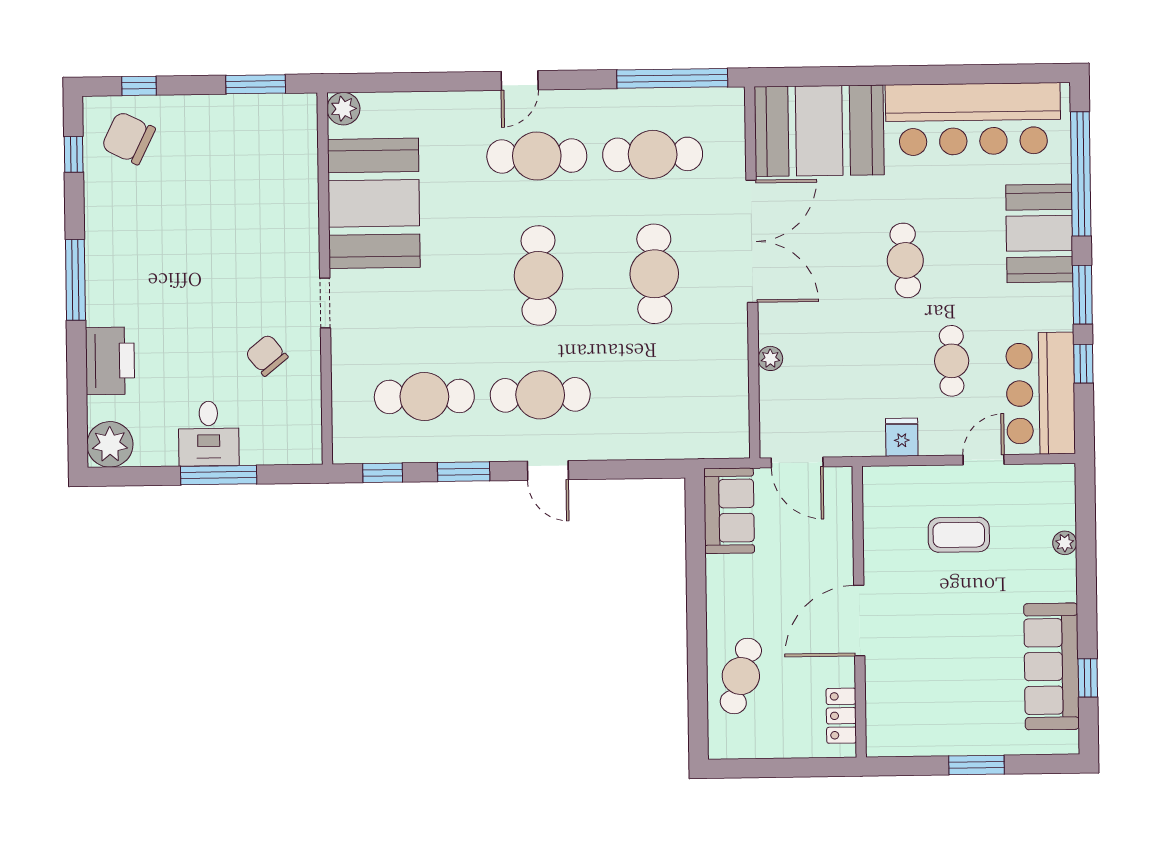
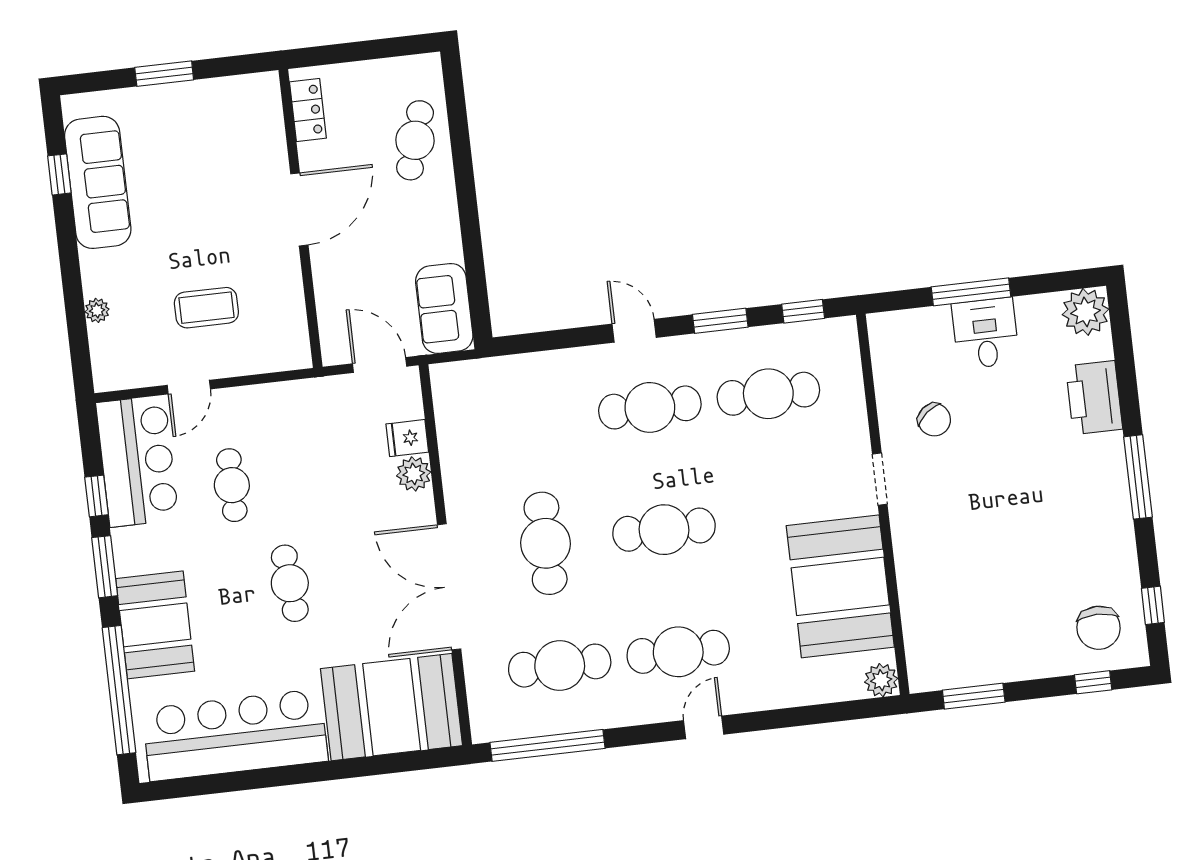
chair: (128, 138) -> (1099, 628), turned 64
cafe table: (538, 275) -> (664, 530), turned 90
plant: (770, 358) -> (414, 474), width x1.38, depth x1.38
fridge: (902, 437) -> (407, 438), moved, turned 90

